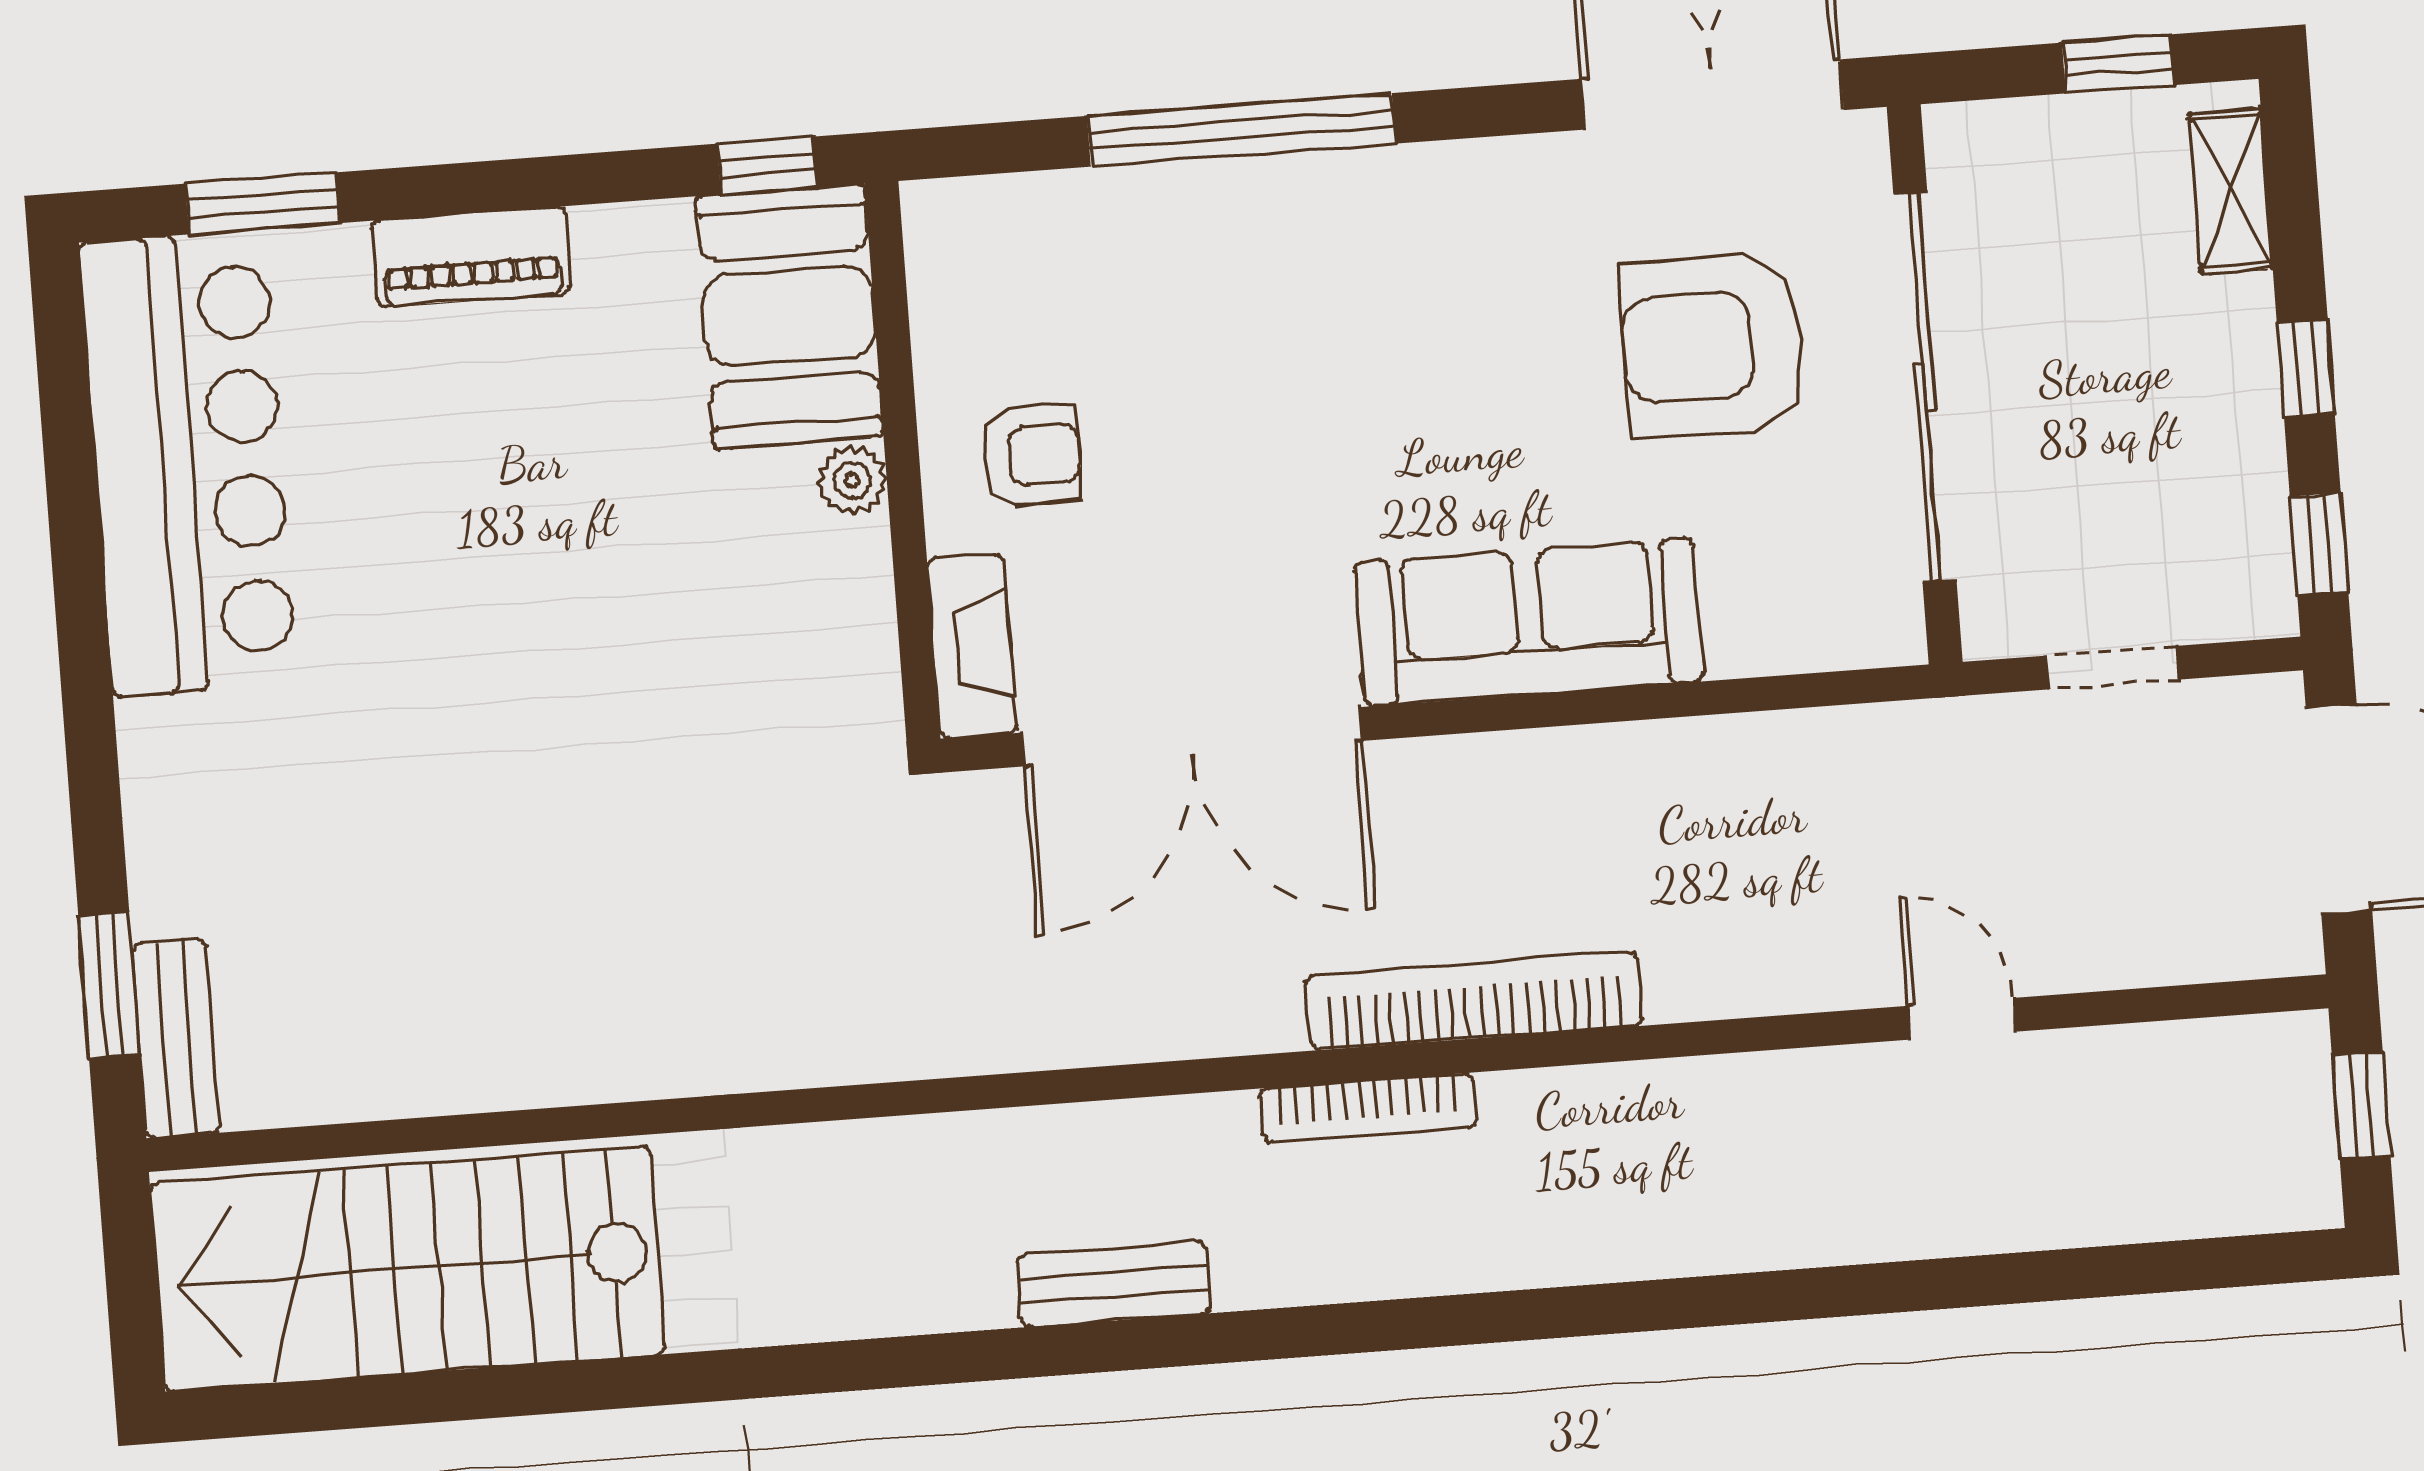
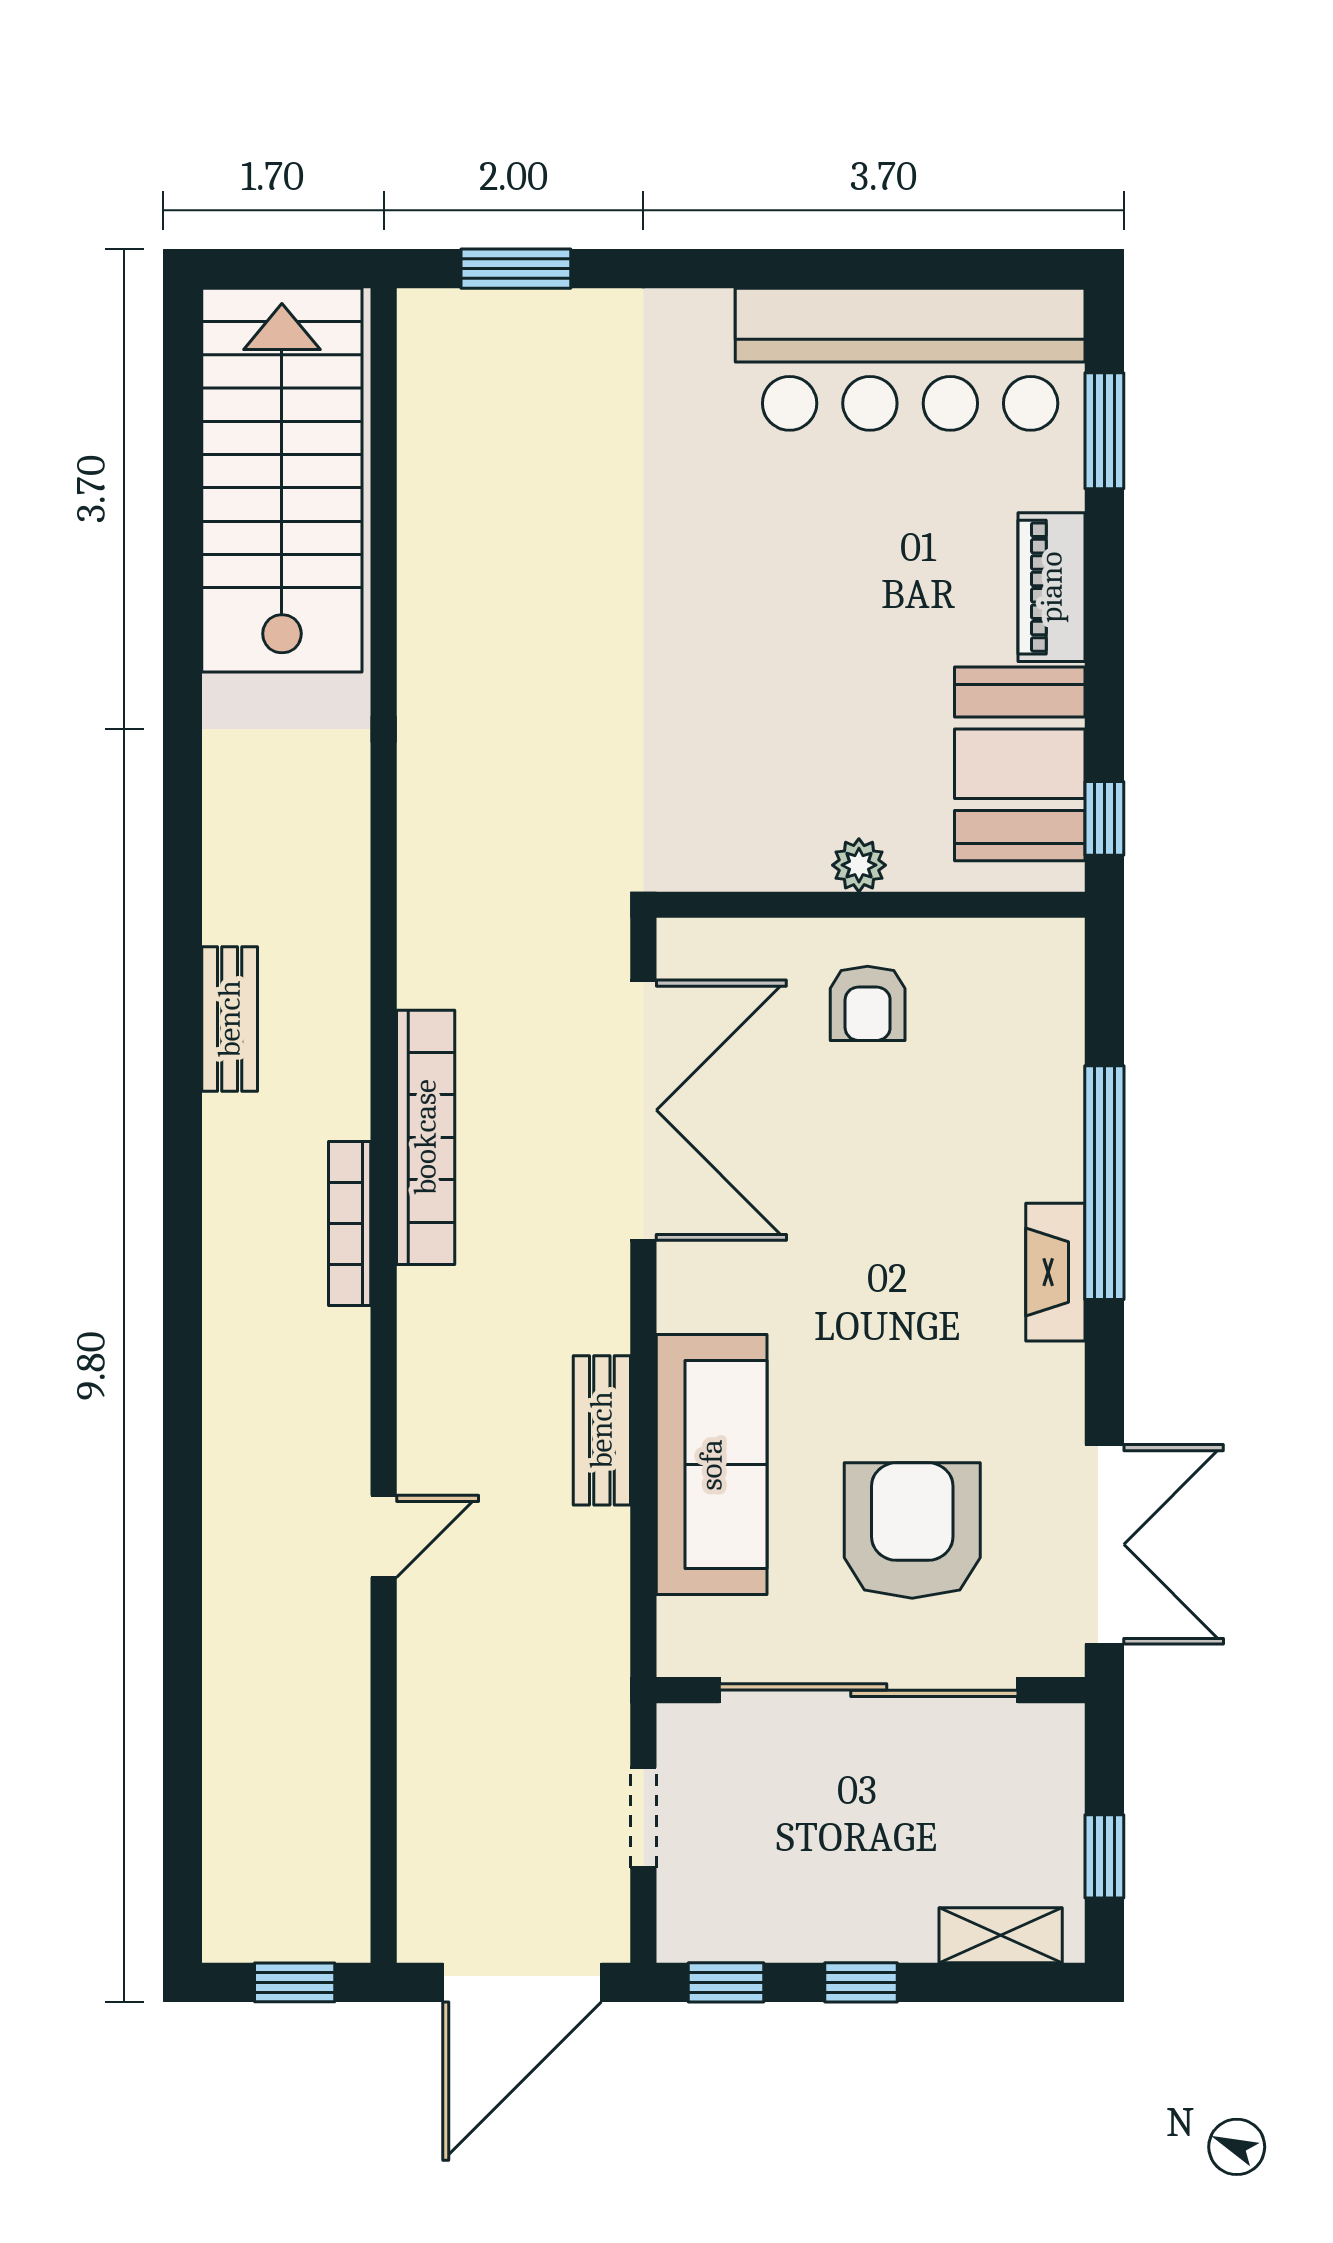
booth: (789, 316) -> (1020, 764), moved, turned 90
sofa: (1529, 622) -> (712, 1465), moved
fireplace: (972, 646) -> (1055, 1272), moved, turned 90
double door: (1192, 737) -> (643, 1110), swing flipped
bookcase: (1474, 1001) -> (426, 1137), moved
door: (1962, 1019) -> (384, 1536), moved
bench: (176, 1038) -> (602, 1430), moved, turned 90

